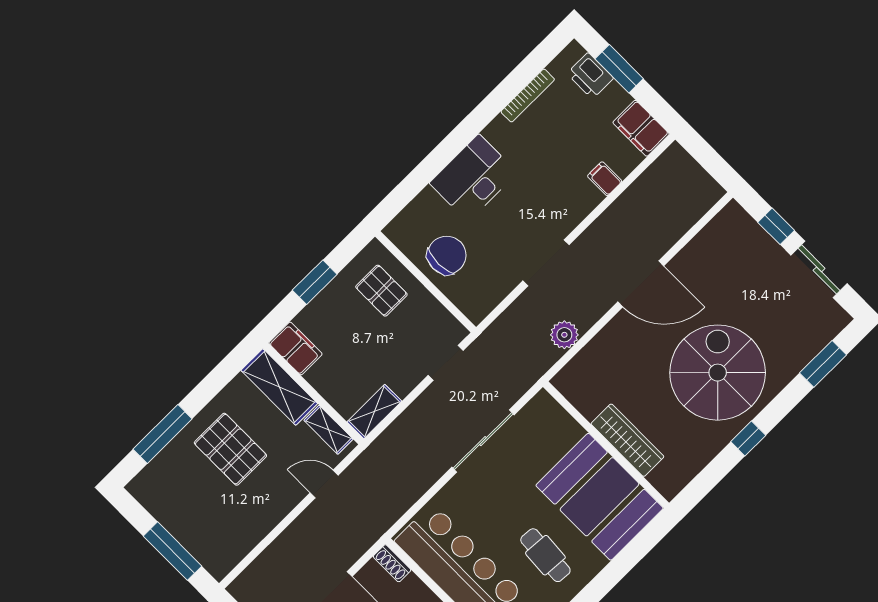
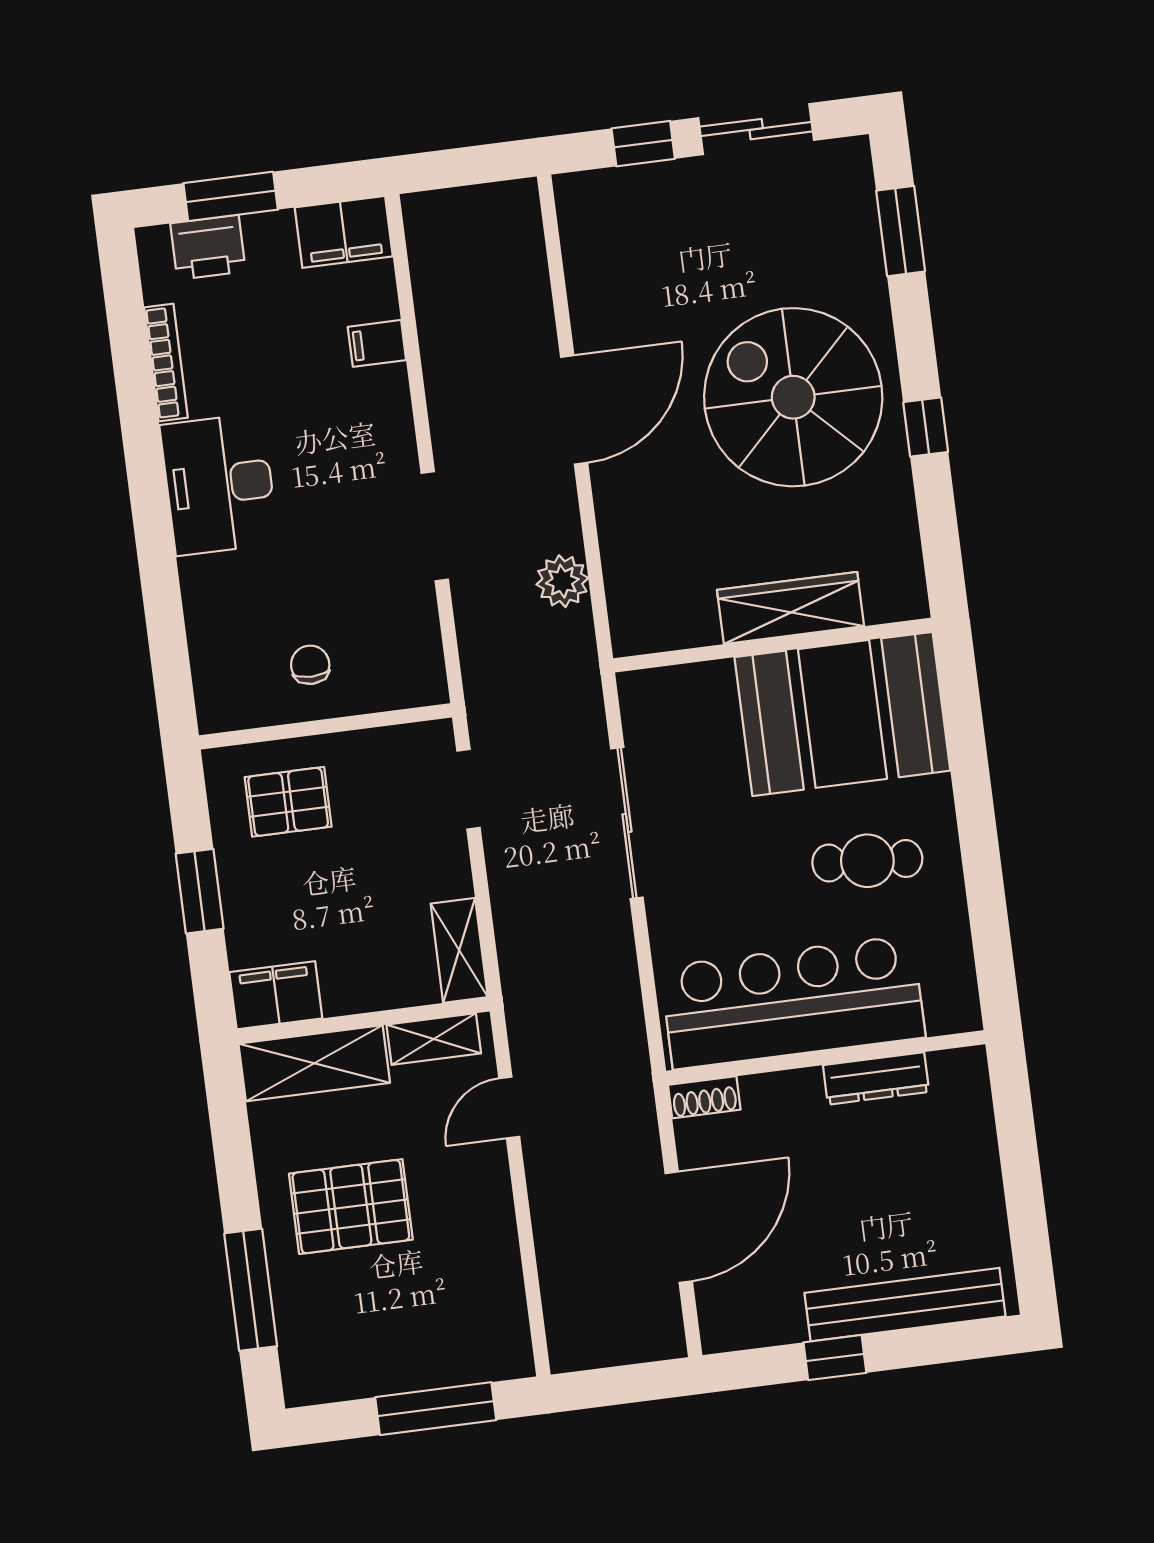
desk: (473, 178) -> (219, 484), moved
chair: (447, 255) -> (310, 665), width x0.54, depth x0.54

